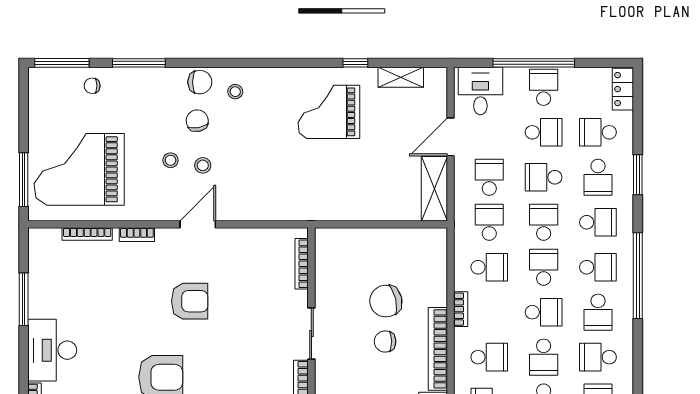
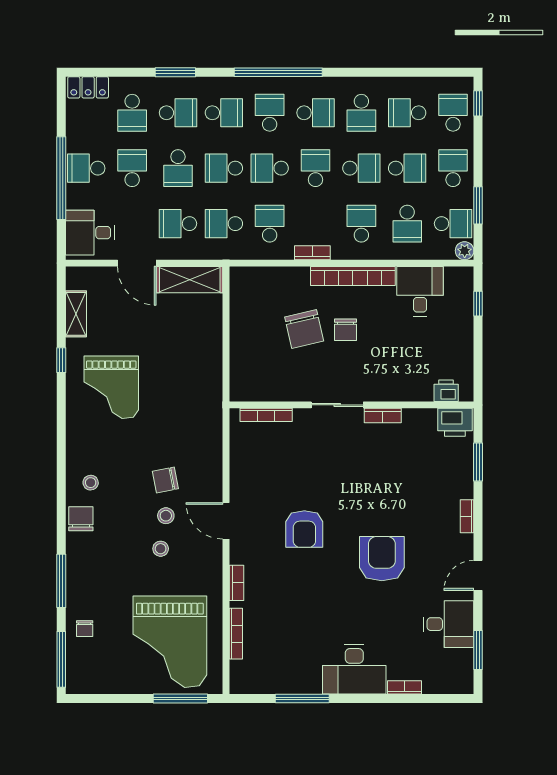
chair: (197, 121) -> (165, 480), moved
school desk: (598, 222) -> (224, 113), turned 90
armchair: (190, 301) -> (304, 529), turned 180

